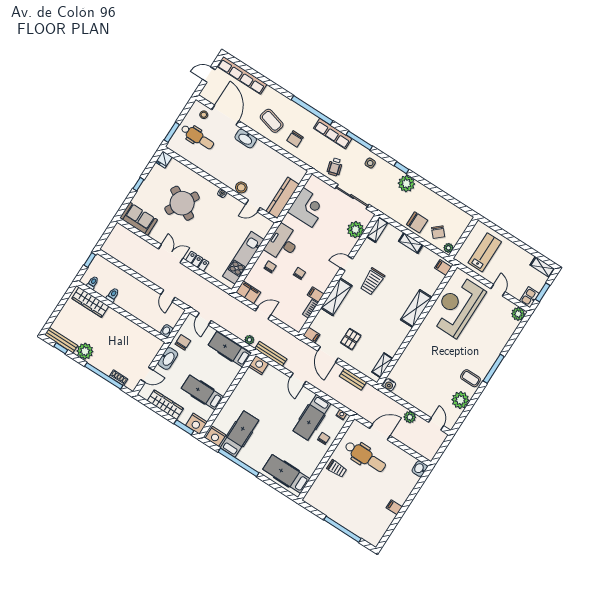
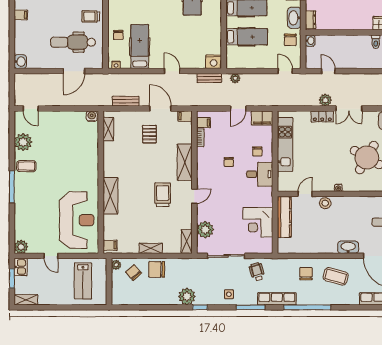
desk: (283, 243) -> (260, 174), width x0.73
filing cabinet: (316, 294) -> (204, 123), moved
dresser: (155, 348) -> (311, 20), added
hospital bed: (230, 349) -> (247, 37), moved
bench: (271, 354) -> (209, 78), width x0.73
plant: (410, 417) -> (325, 100), moved

